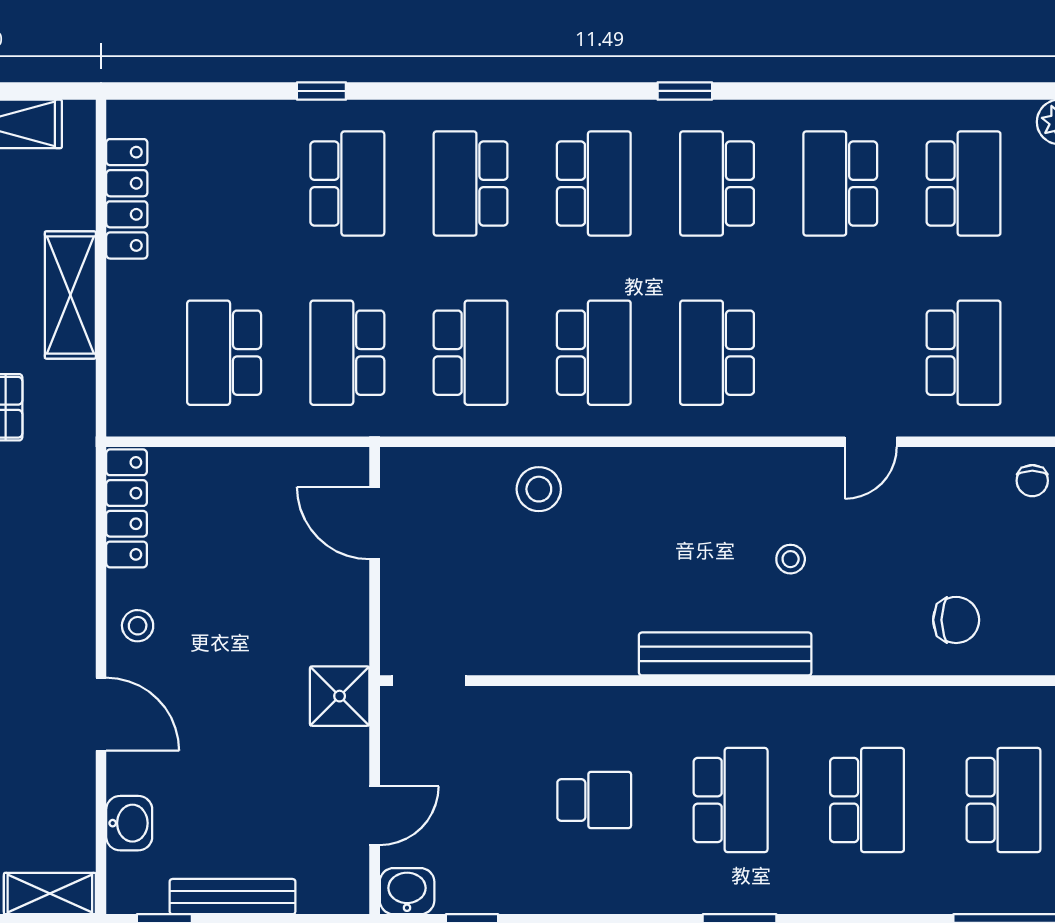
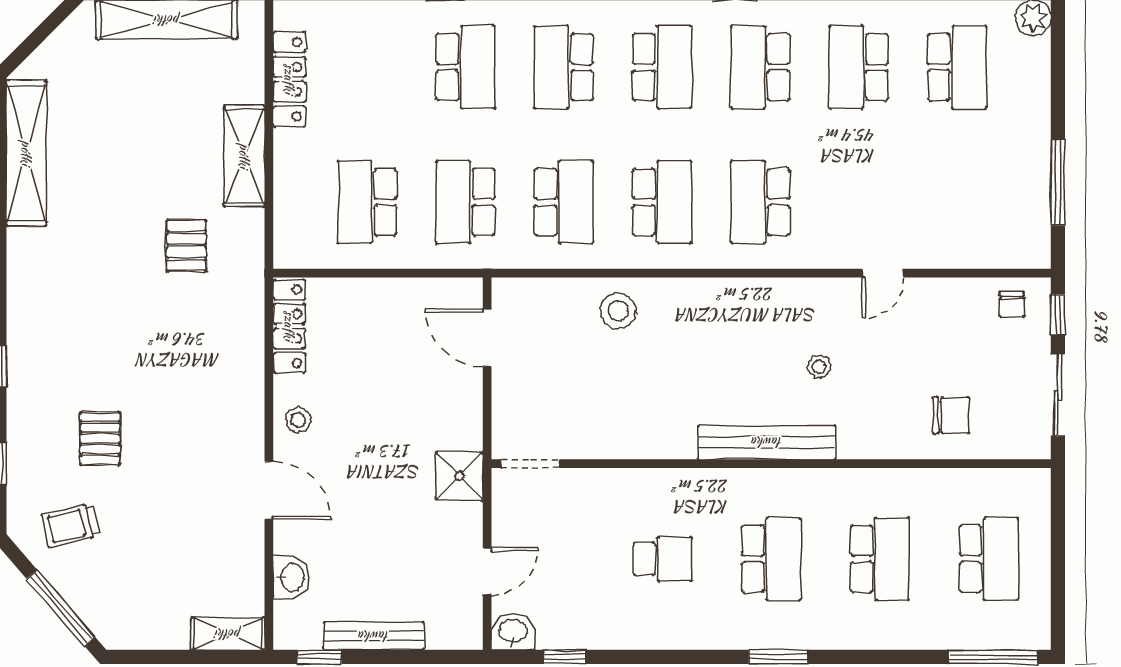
school desk: (964, 353) -> (957, 202), removed

